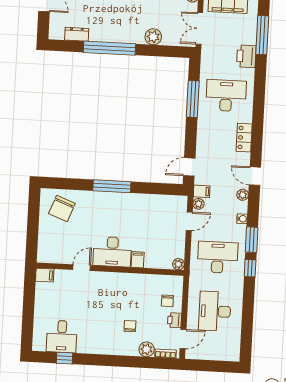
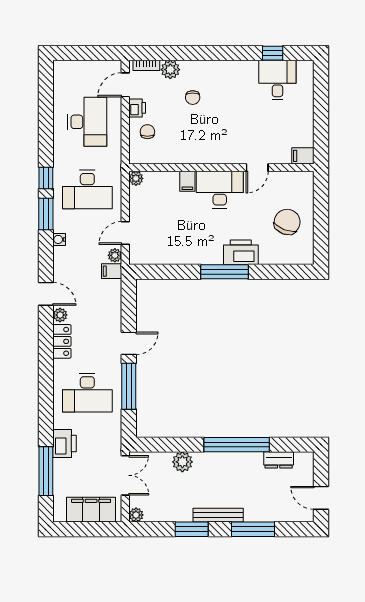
door: (189, 167) -> (129, 343), moved
plant: (243, 195) -> (60, 315), moved
printer: (98, 201) -> (241, 252), added
chair: (62, 209) -> (287, 222), moved

